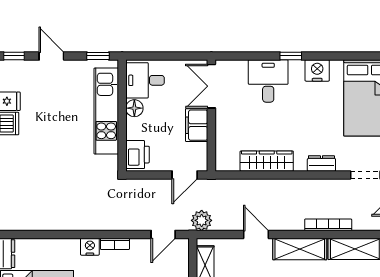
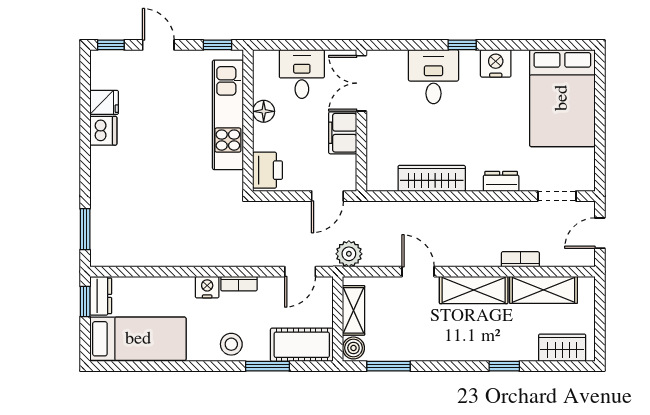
desk: (145, 80) -> (302, 74), moved, turned 90
bookcase: (328, 225) -> (520, 259), width x0.64

